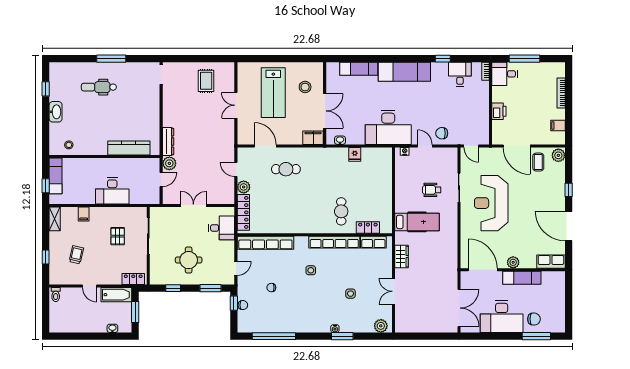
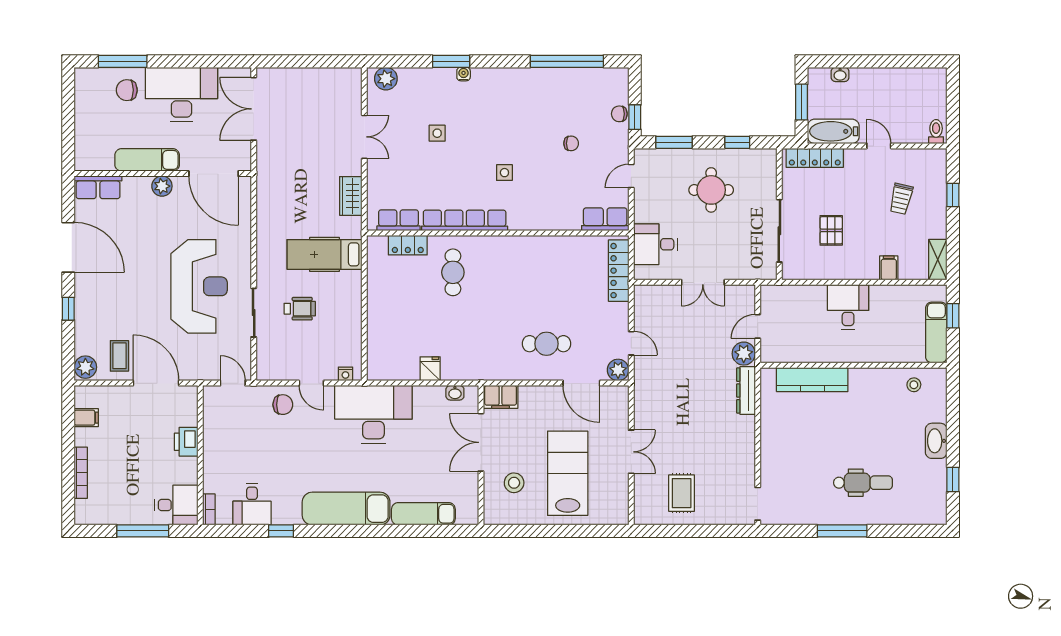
plant: (244, 187) -> (618, 370), moved
desk: (112, 191) -> (848, 307), width x0.73
row of seats: (265, 243) -> (605, 219), width x0.50
locker: (133, 279) -> (815, 158), width x1.53

